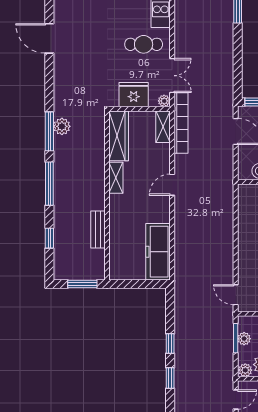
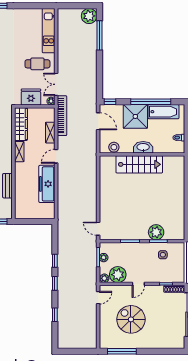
double door: (172, 76) -> (56, 84), swing flipped
shelving: (163, 127) -> (50, 133), moved
freezer: (158, 252) -> (47, 184), moved

